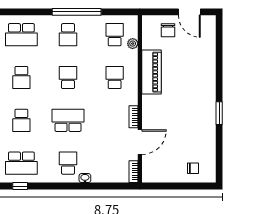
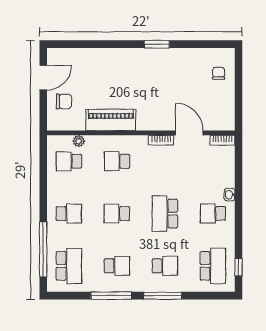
window: (77, 12) -> (43, 250), moved

